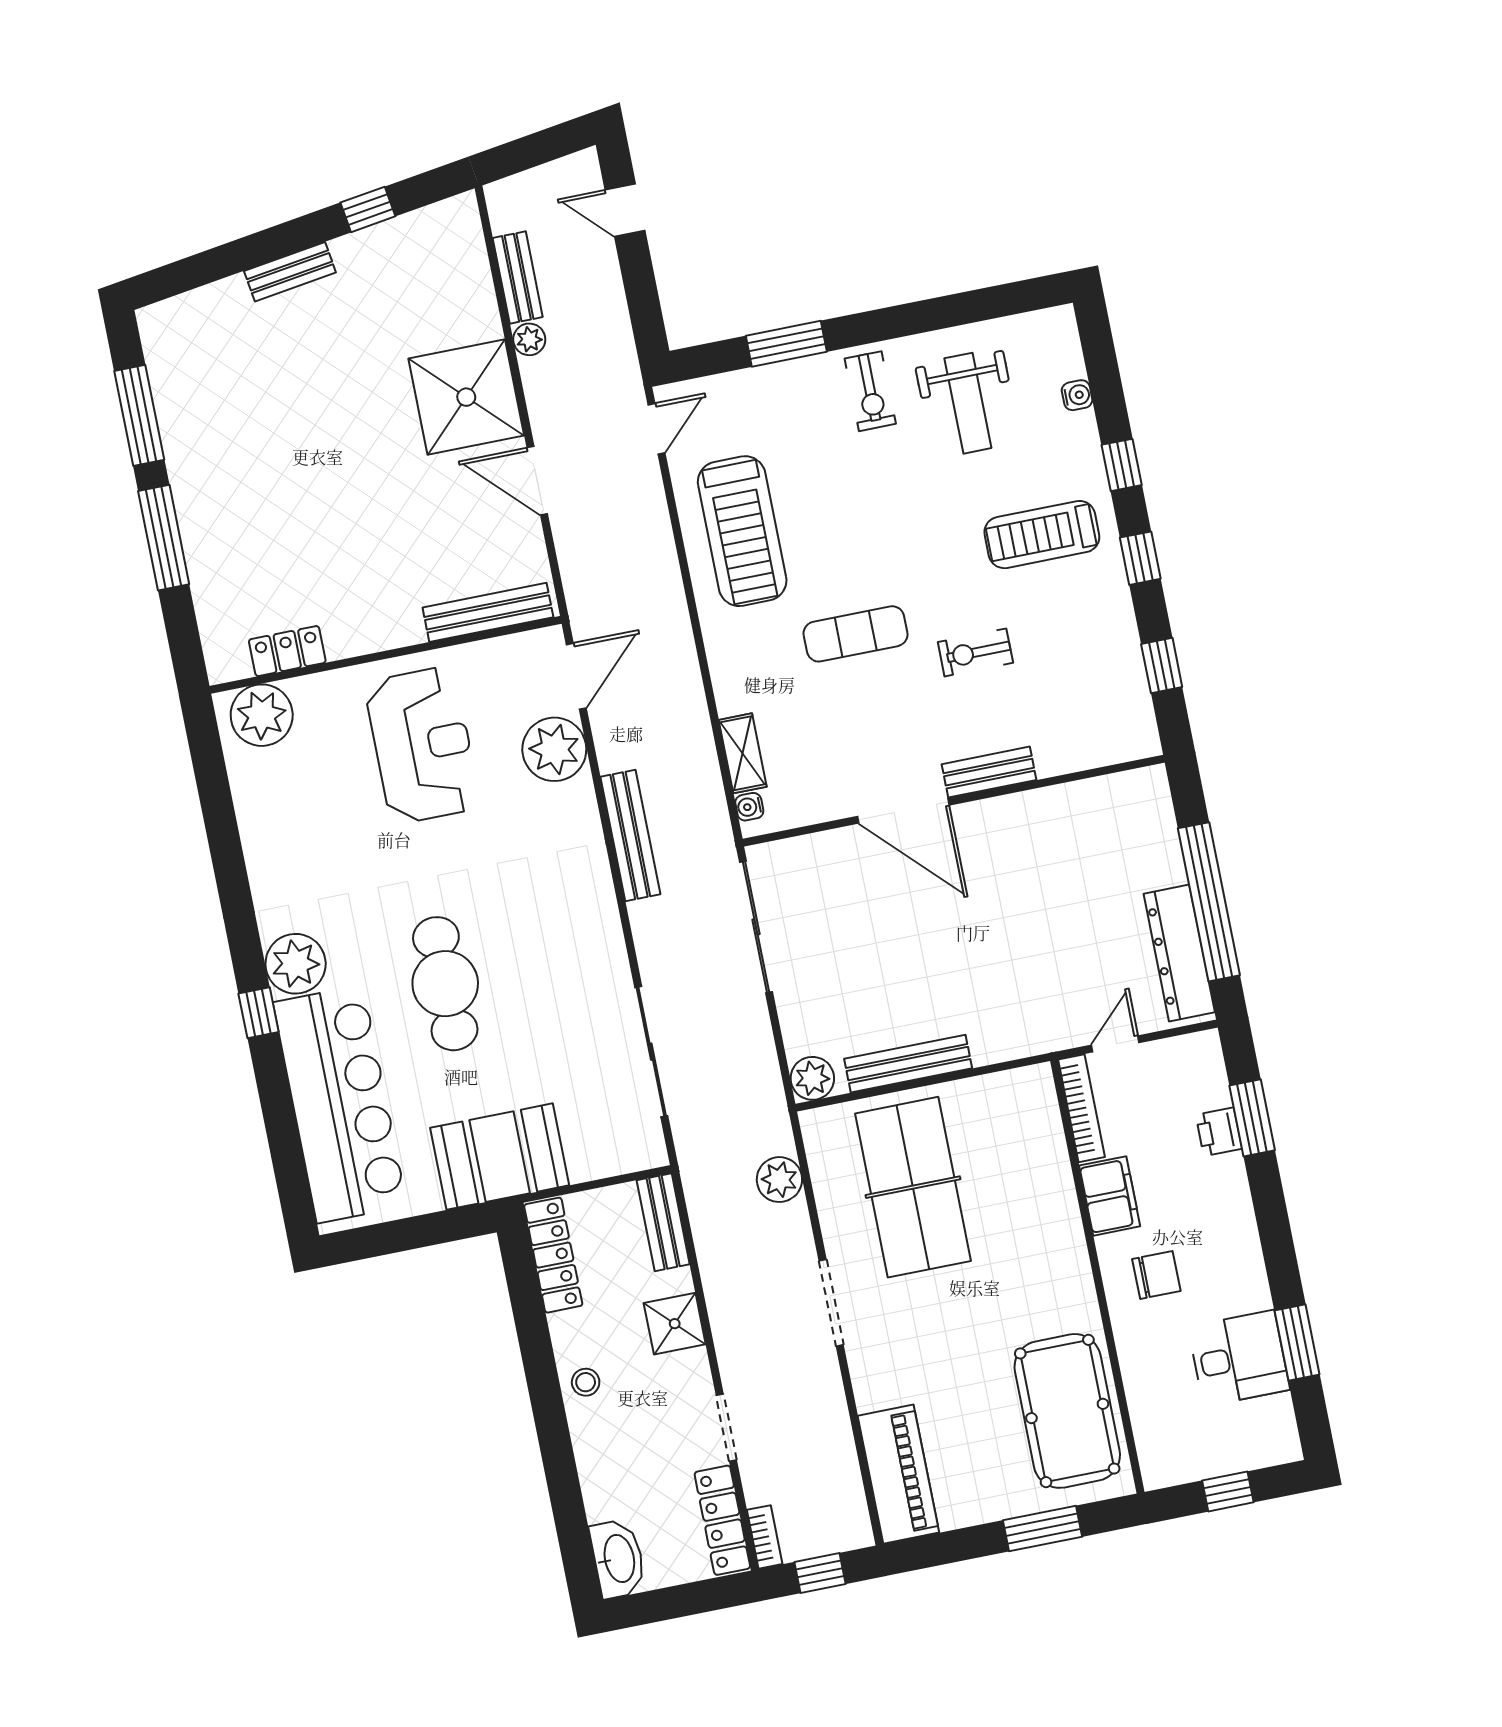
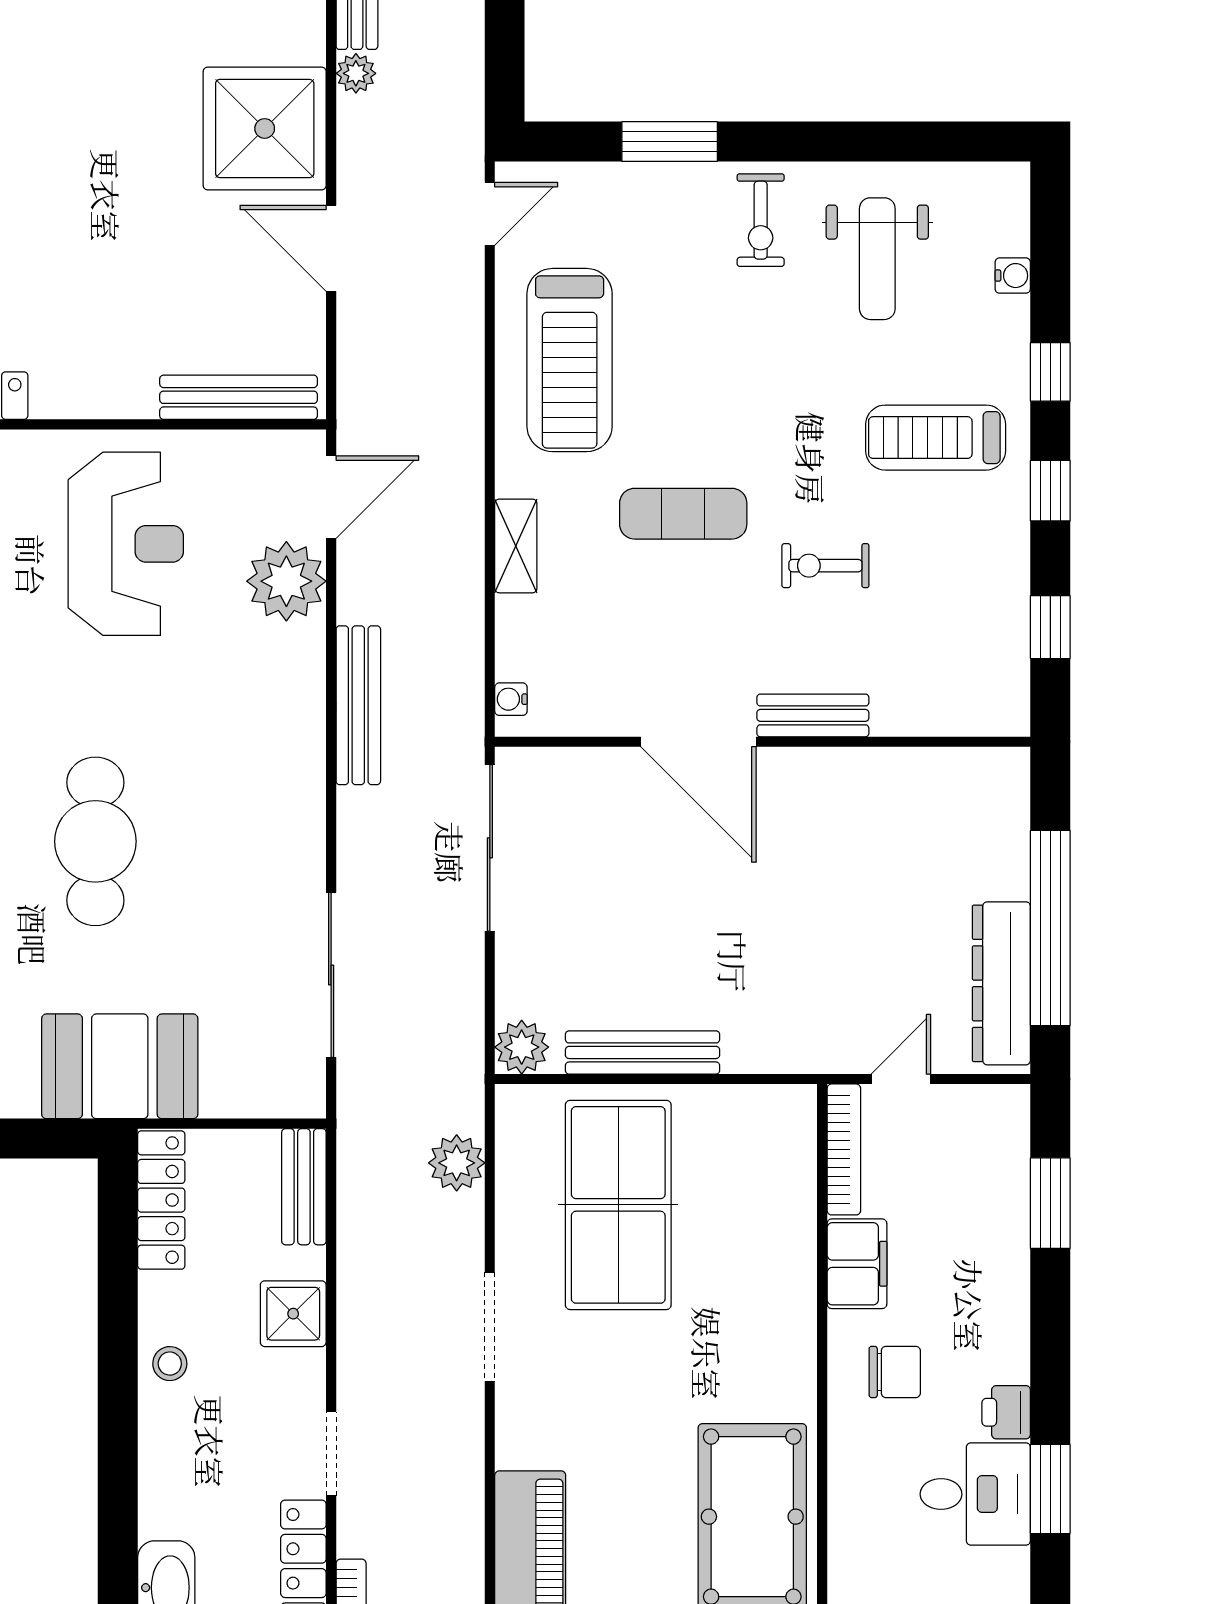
shelving: (743, 753) -> (516, 546), moved
printer: (1219, 1132) -> (1006, 1412), moved

